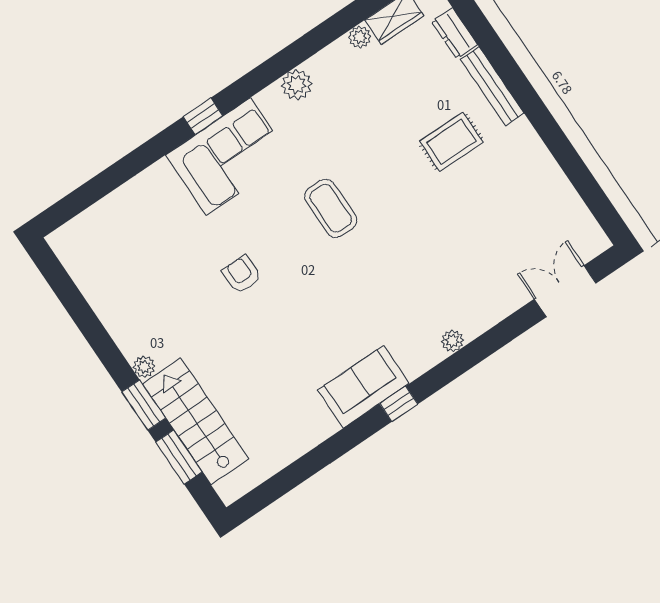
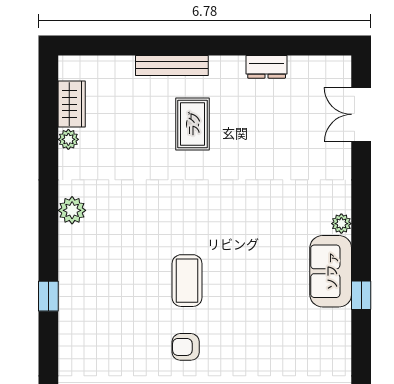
dresser: (455, 33) -> (267, 67), moved
corner sofa: (228, 156) -> (91, 297), removed
coffee table: (331, 208) -> (187, 281), moved, turned 90
sofa: (363, 387) -> (331, 271), moved

